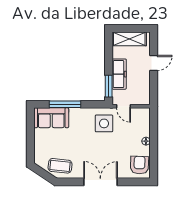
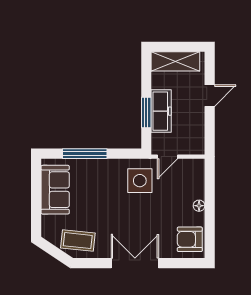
window: (109, 86) -> (146, 113), moved
door: (124, 106) -> (167, 157), hinge flipped
sofa: (51, 118) -> (55, 190), moved, turned -90
armchair: (139, 165) -> (190, 239), turned -92

